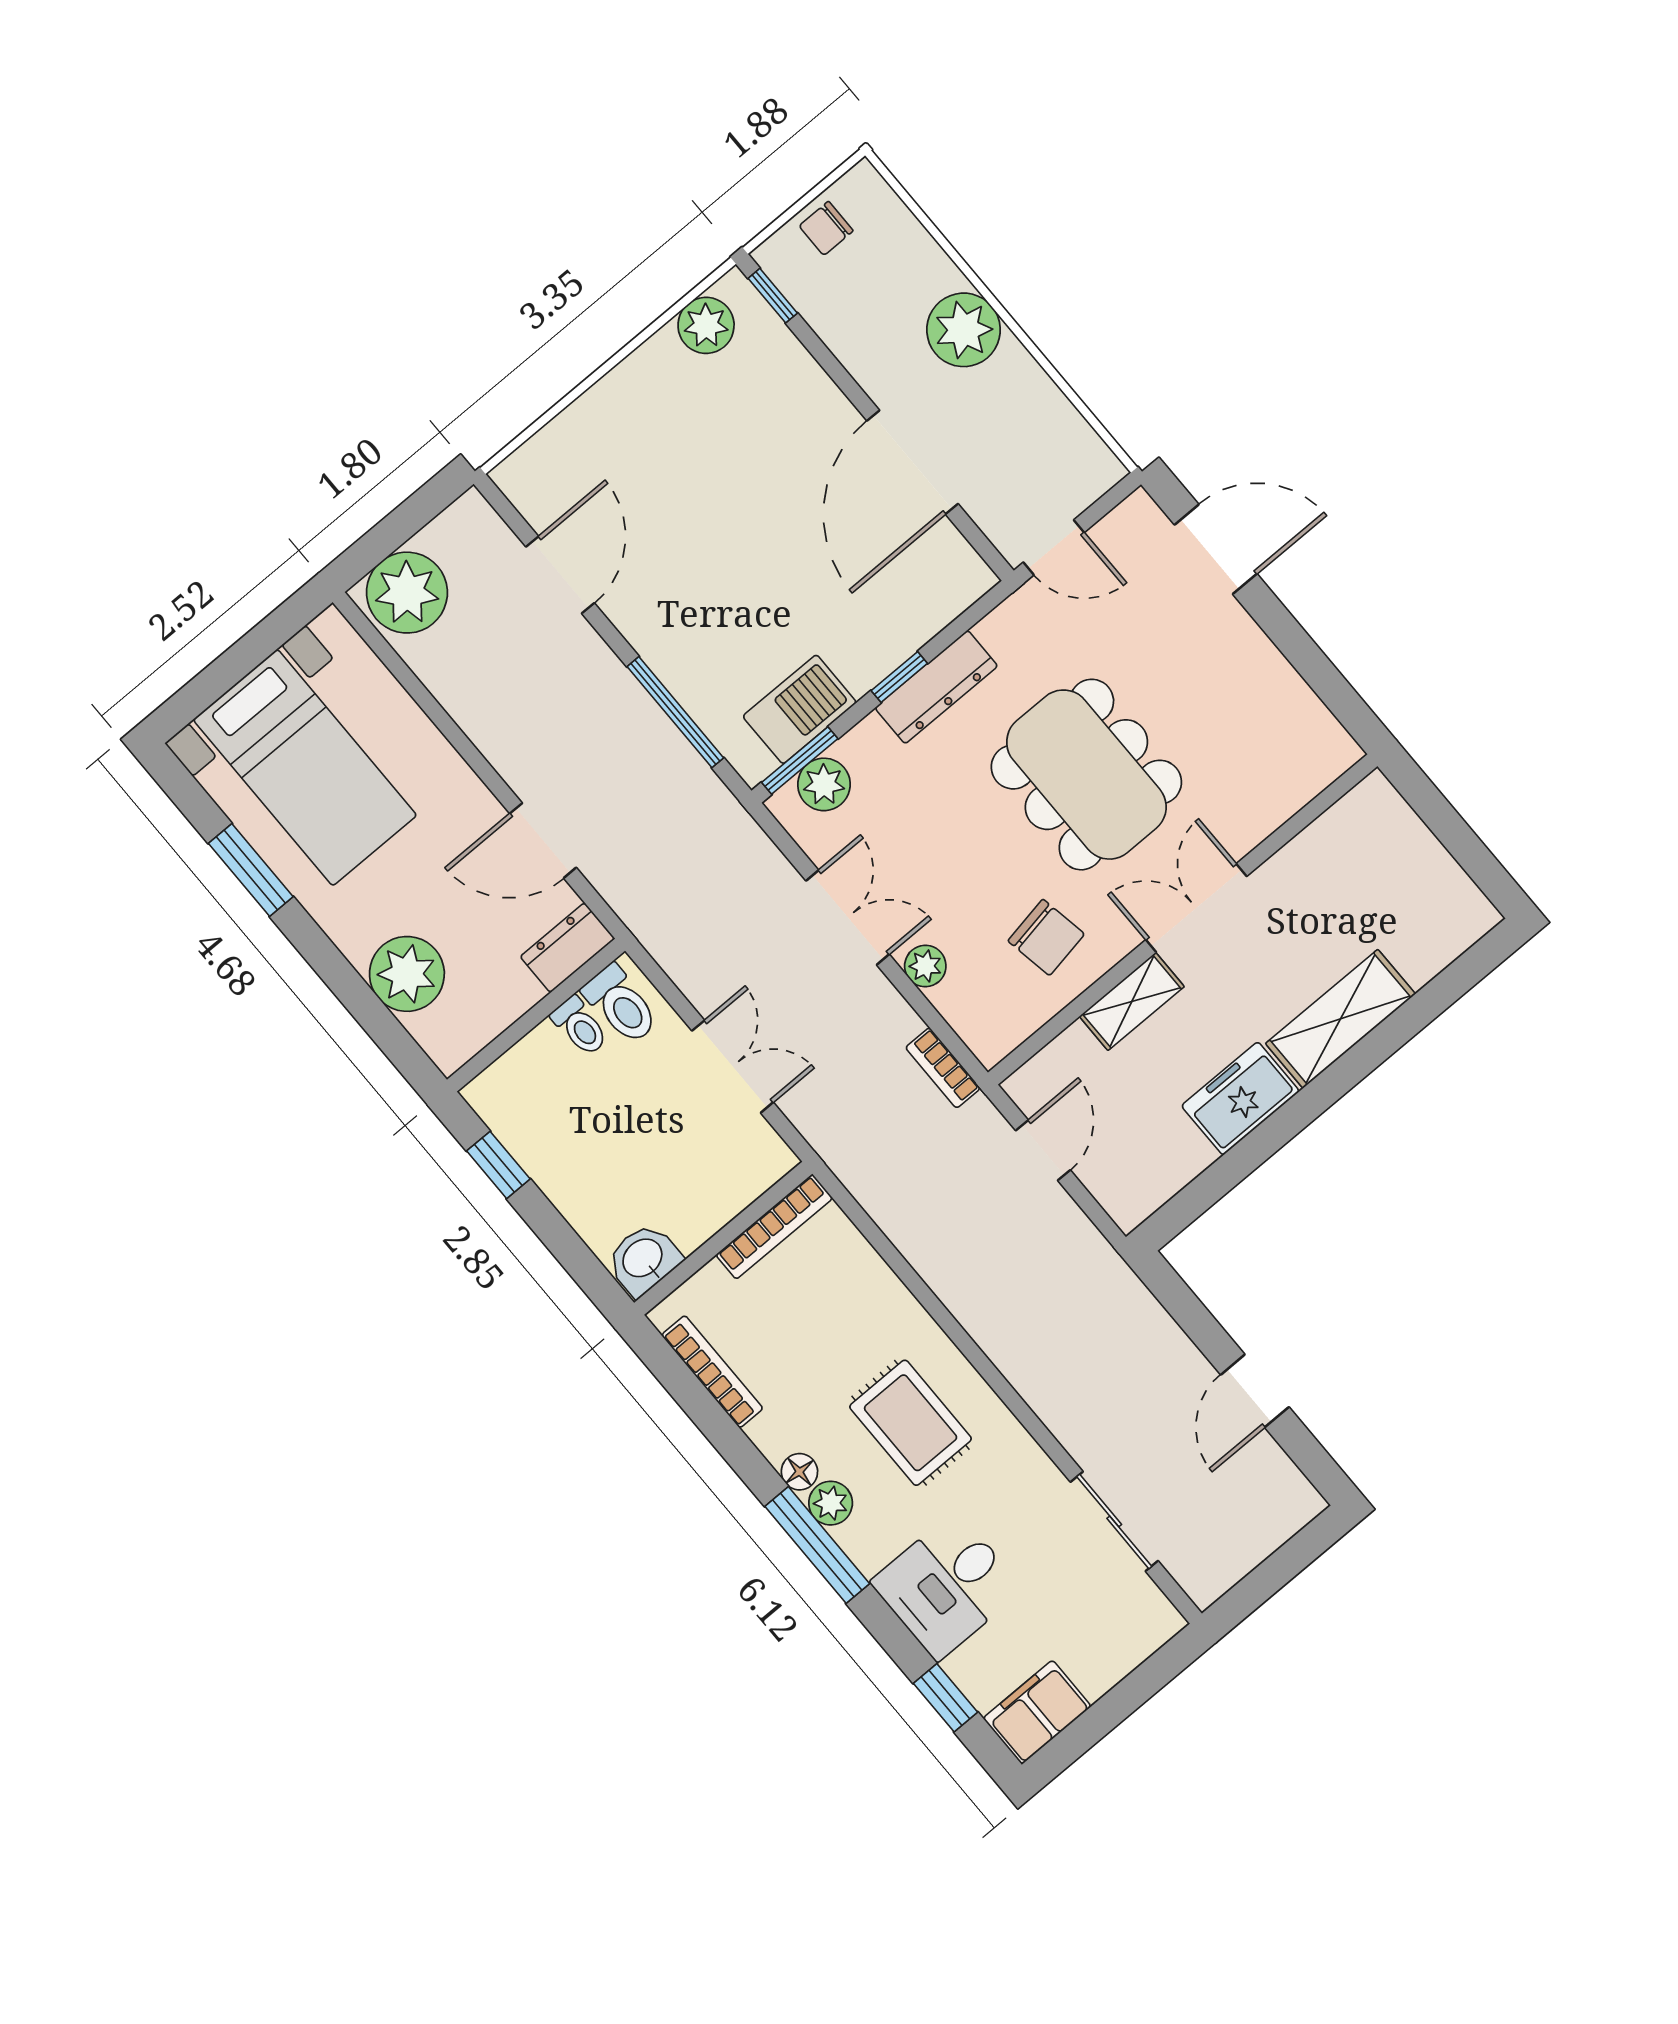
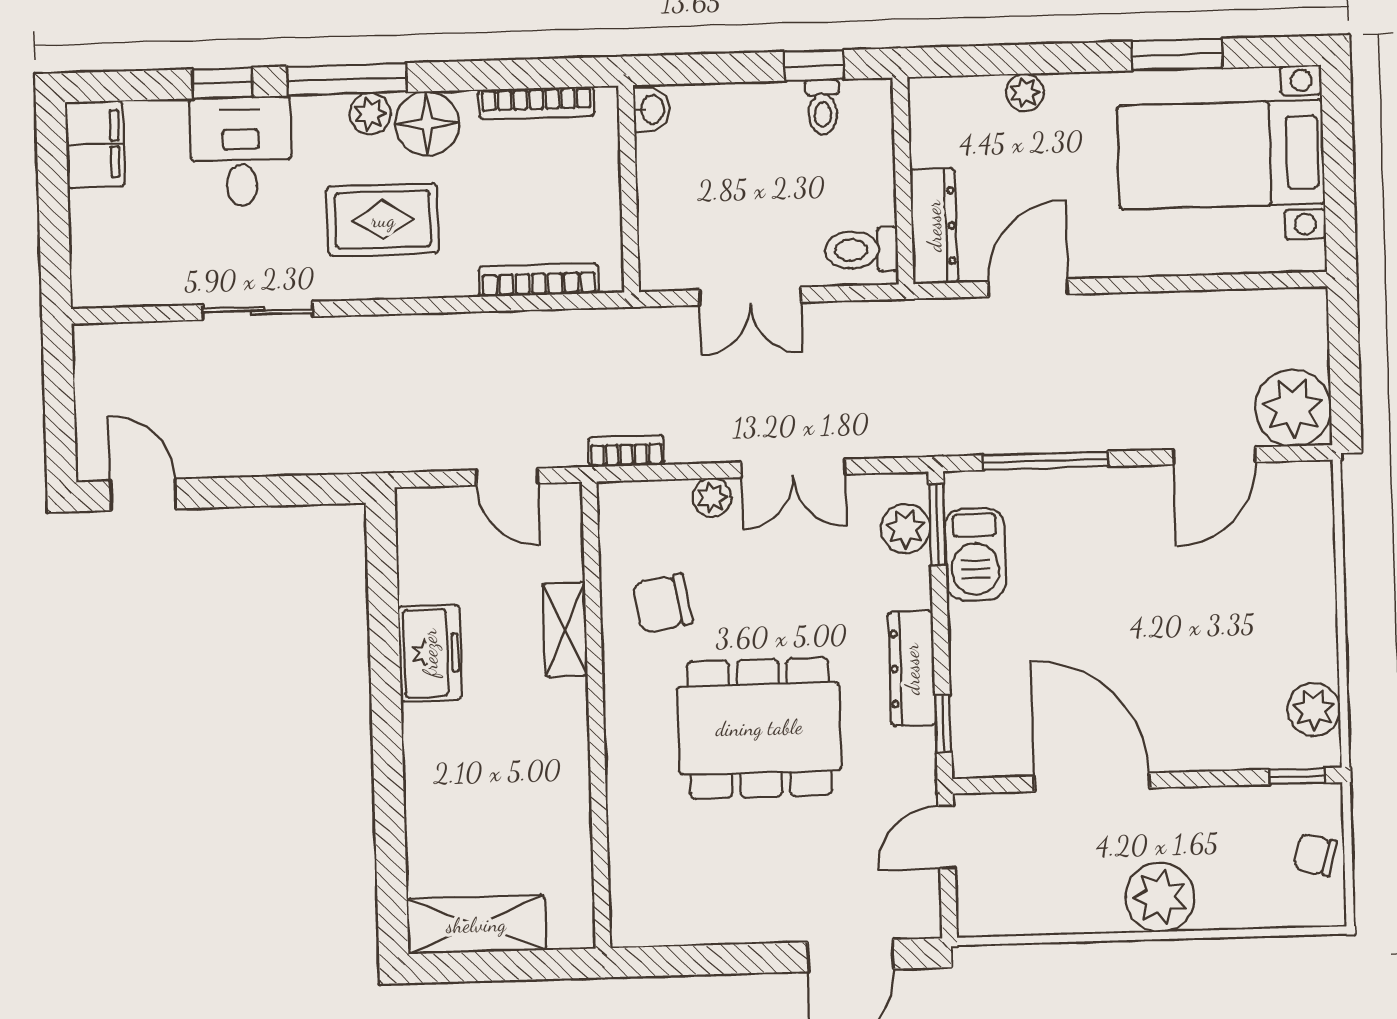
chair: (826, 228) -> (1315, 855), turned -76
door: (560, 575) -> (1214, 456), hinge flipped
plant: (407, 593) -> (1293, 408), moved
window: (899, 677) -> (943, 724), moved
double door: (1196, 908) -> (597, 732), removed
dresser: (567, 948) -> (934, 226), width x1.44
plant: (407, 974) -> (1025, 92), width x0.53, depth x0.53
shelving: (1340, 1019) -> (476, 925), moved, turned 90
toilet: (580, 1026) -> (823, 107), moved, turned -90
bookcase: (774, 1227) -> (539, 280), moved, turned 90
washbasin: (643, 1259) -> (651, 109), width x0.72, depth x0.69
door: (1255, 1391) -> (143, 495), moved
floor lamp: (799, 1472) -> (427, 124), width x1.89, depth x1.89
sliding door: (1114, 1521) -> (258, 311), moved
window: (945, 1698) -> (223, 83), moved

